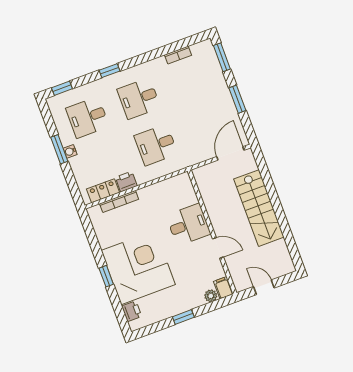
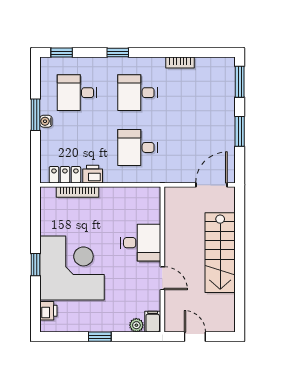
bookcase: (178, 55) -> (180, 63), moved

